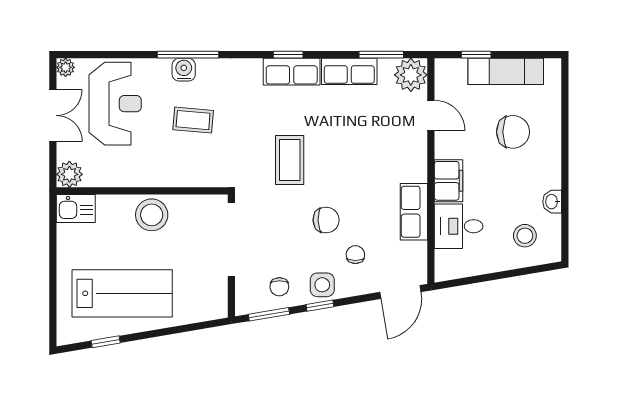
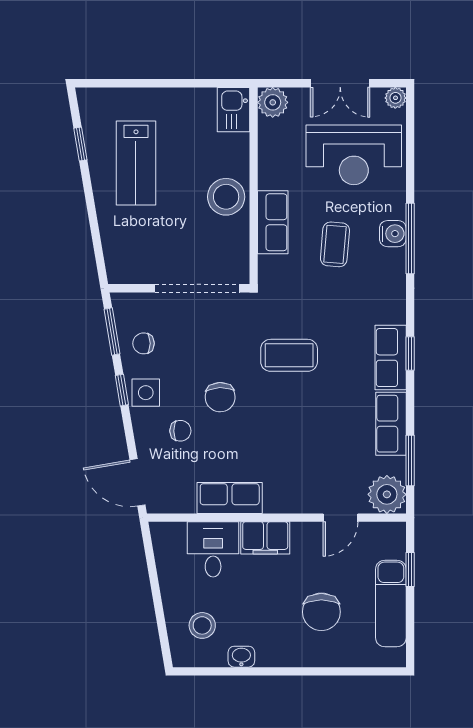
row of seats: (174, 174) -> (273, 222), added
lab bench: (122, 293) -> (136, 163), width x0.73, depth x0.72

